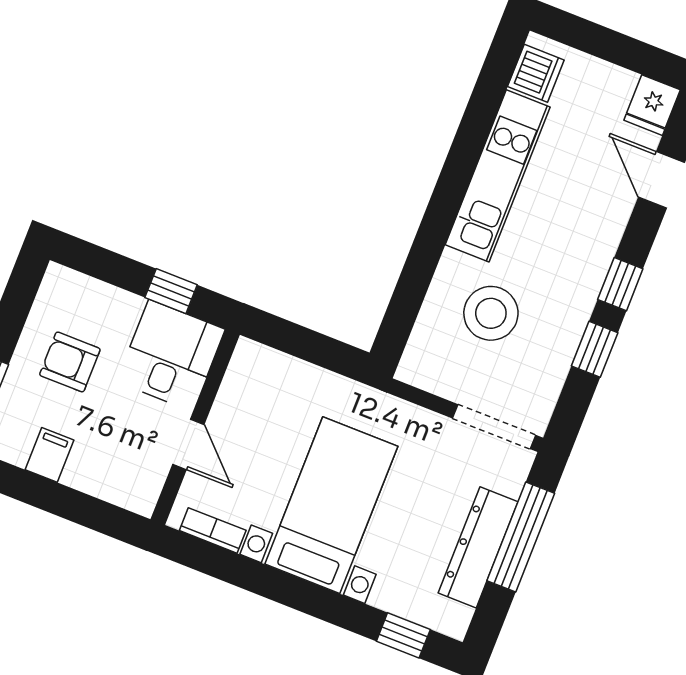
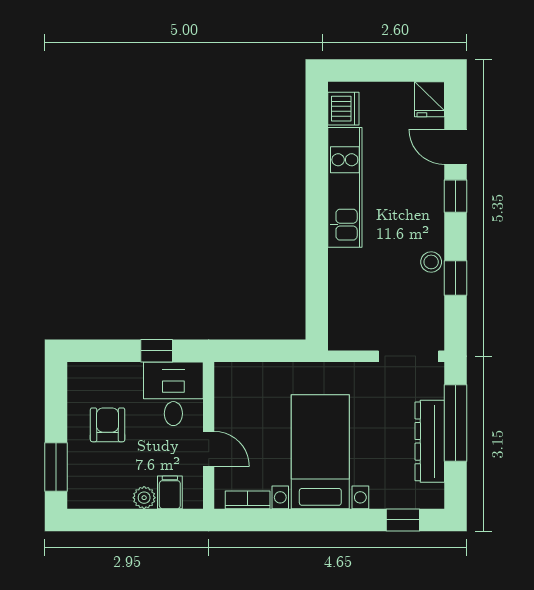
window: (620, 284) -> (456, 196), moved
stool: (491, 313) -> (431, 262), moved, width x0.53, depth x0.53
armchair: (70, 362) -> (108, 425), turned 90
filing cabinet: (50, 455) -> (170, 492), moved
plant: (80, 475) -> (144, 498), added

